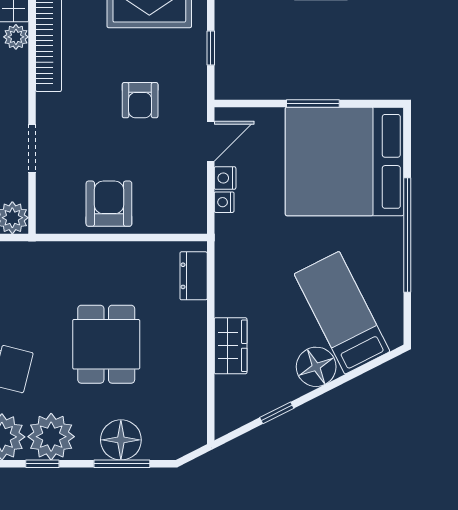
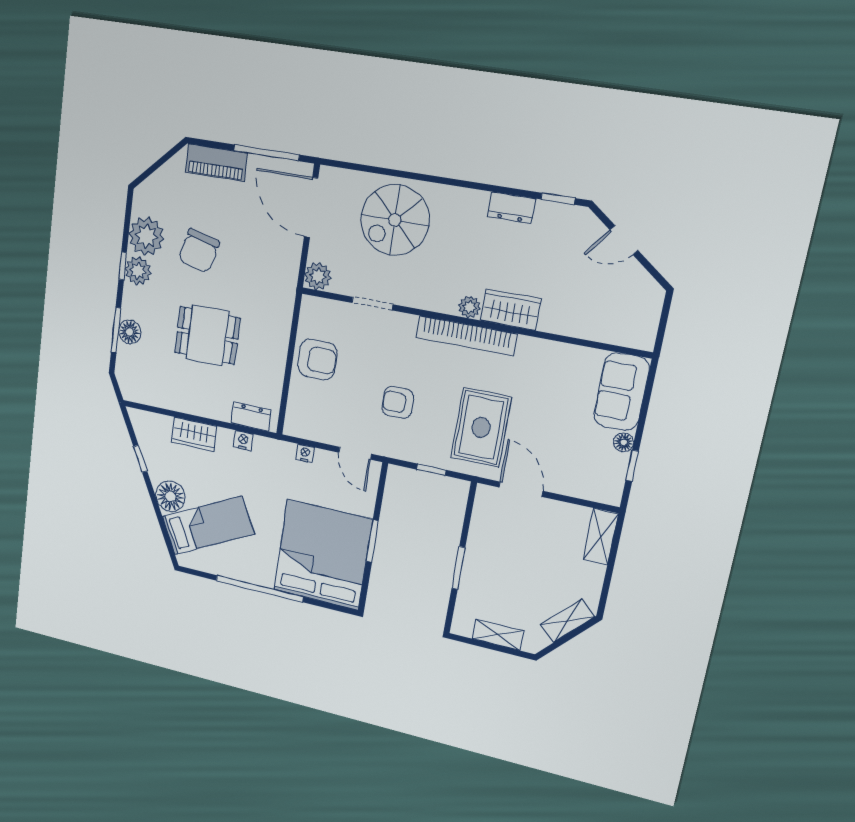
nightstand: (225, 178) -> (243, 441), moved
plant: (51, 437) -> (138, 271), width x0.73, depth x0.73
floor lamp: (121, 440) -> (130, 332), width x0.73, depth x0.73

